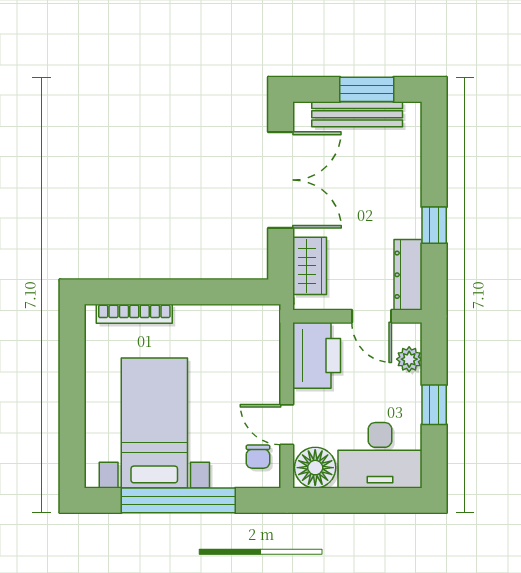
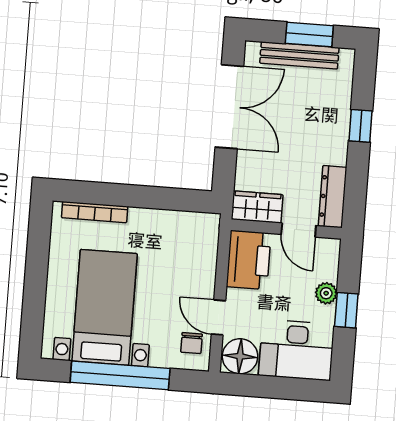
window: (434, 225) -> (361, 126), moved
wardrobe: (310, 266) -> (257, 207), moved, turned -90
plant: (409, 359) -> (326, 293), moved

